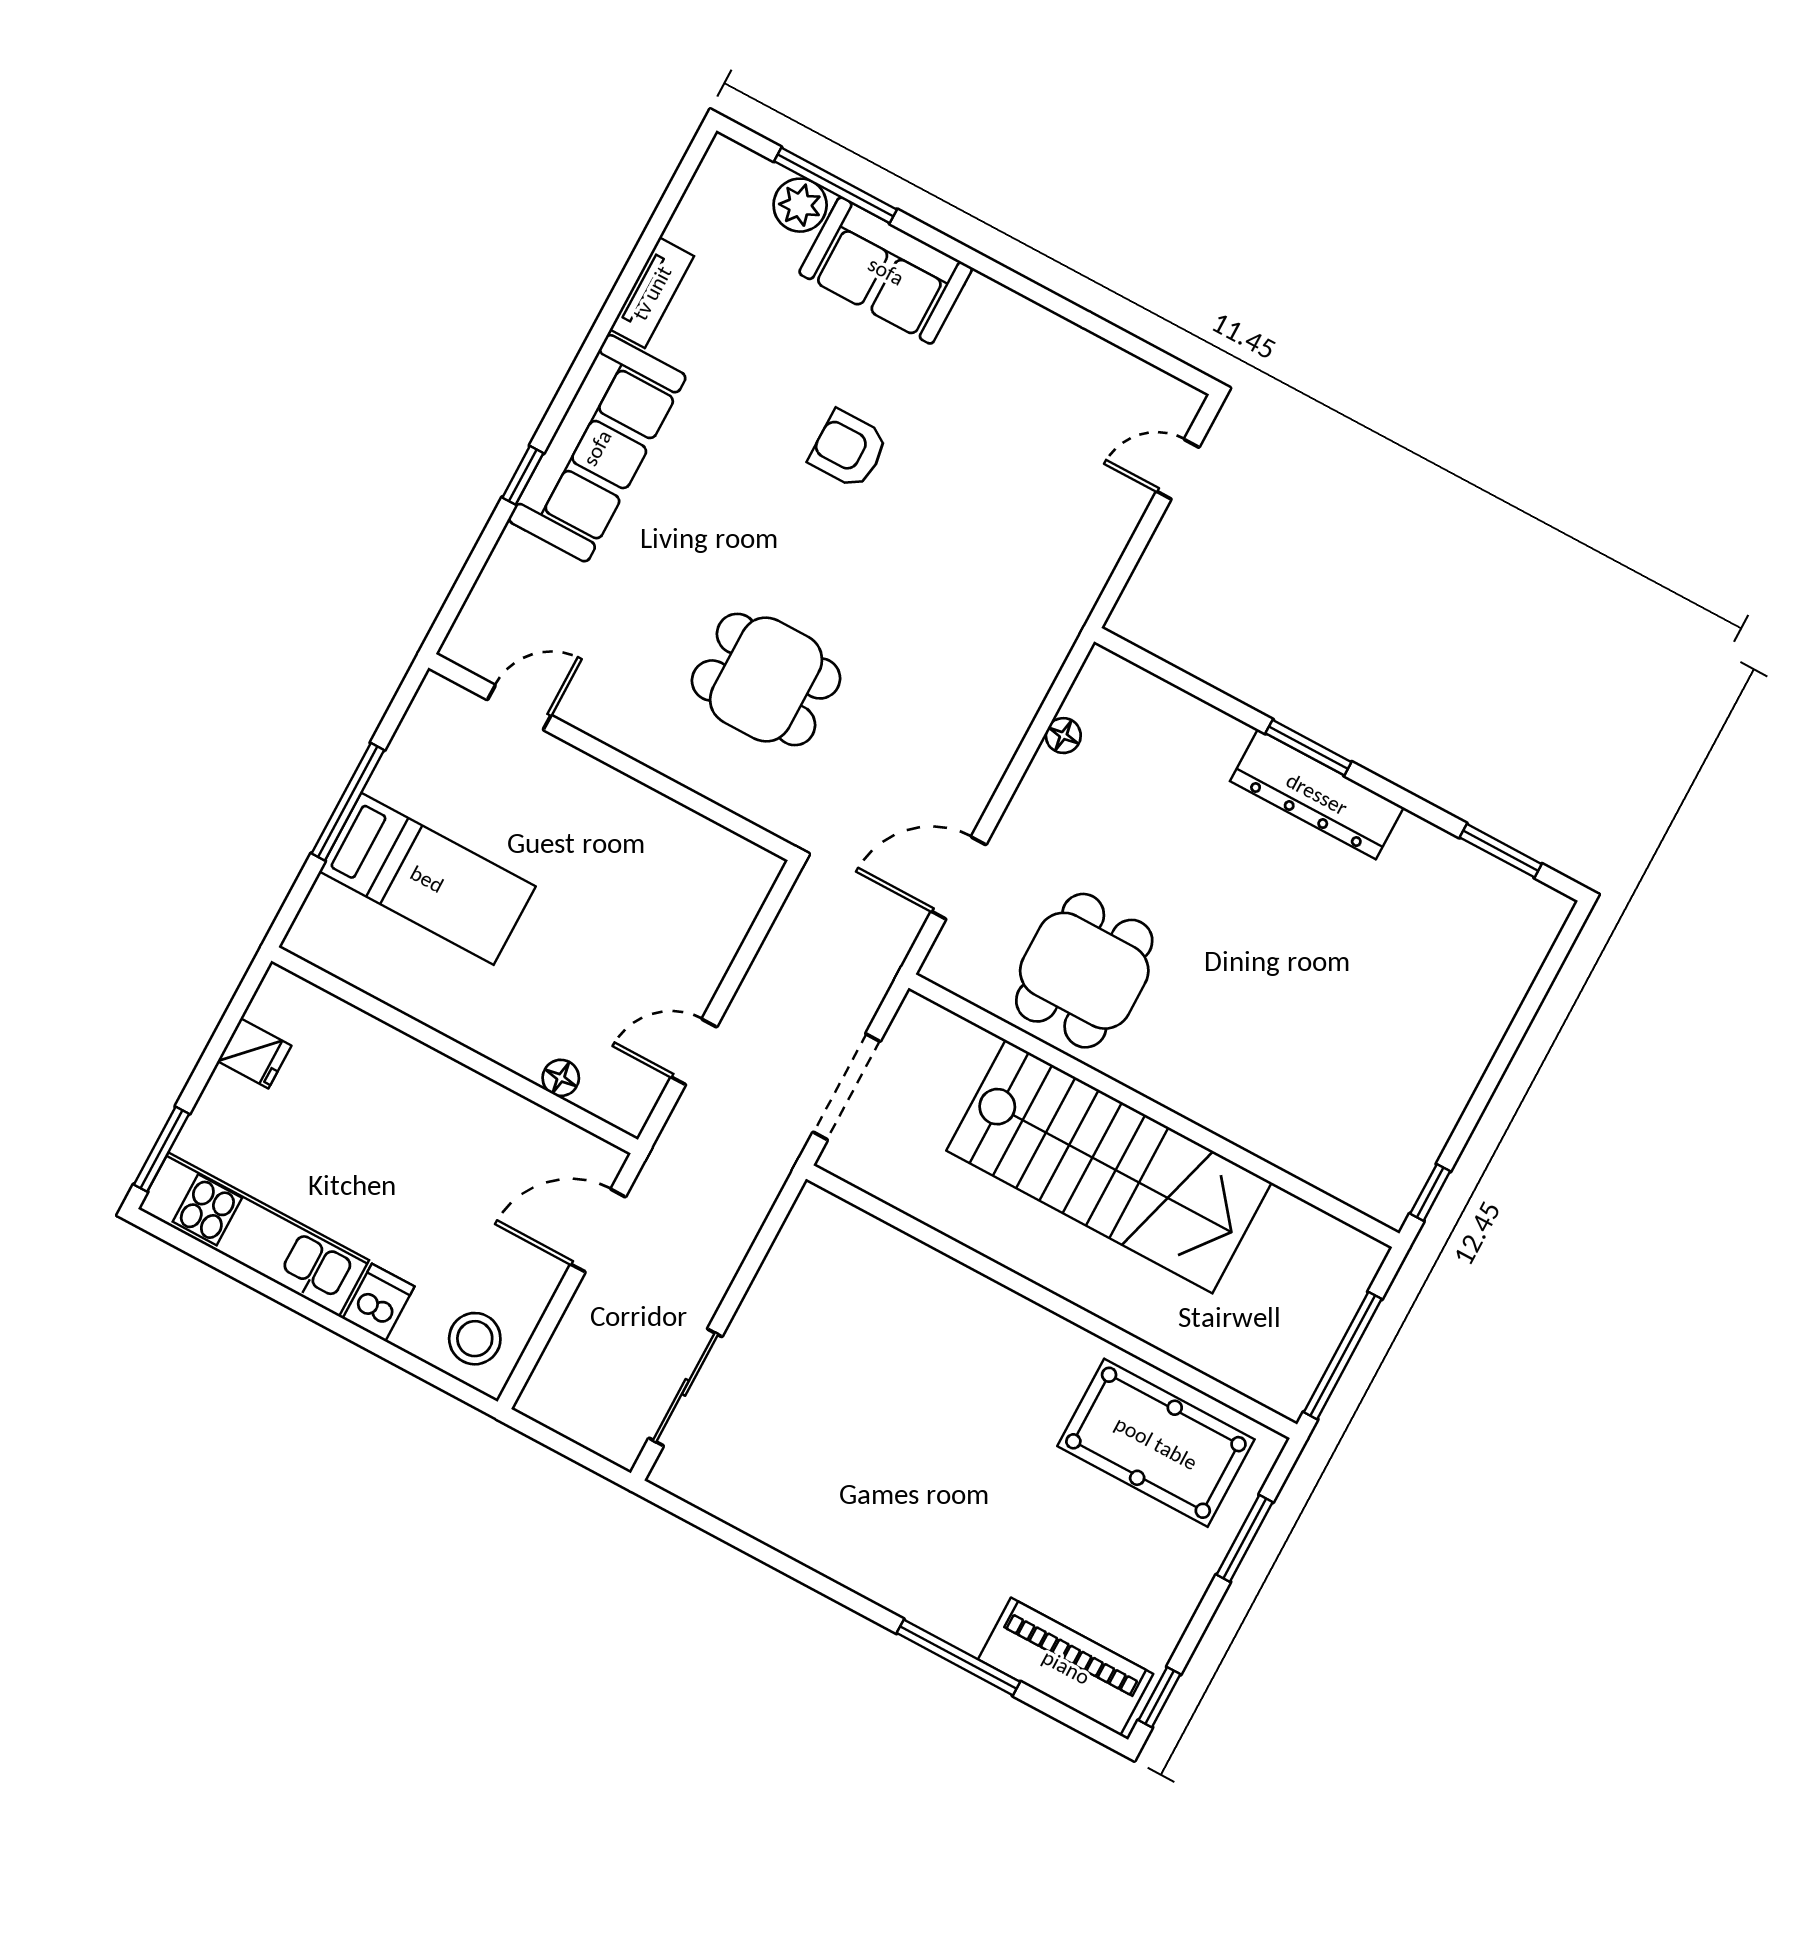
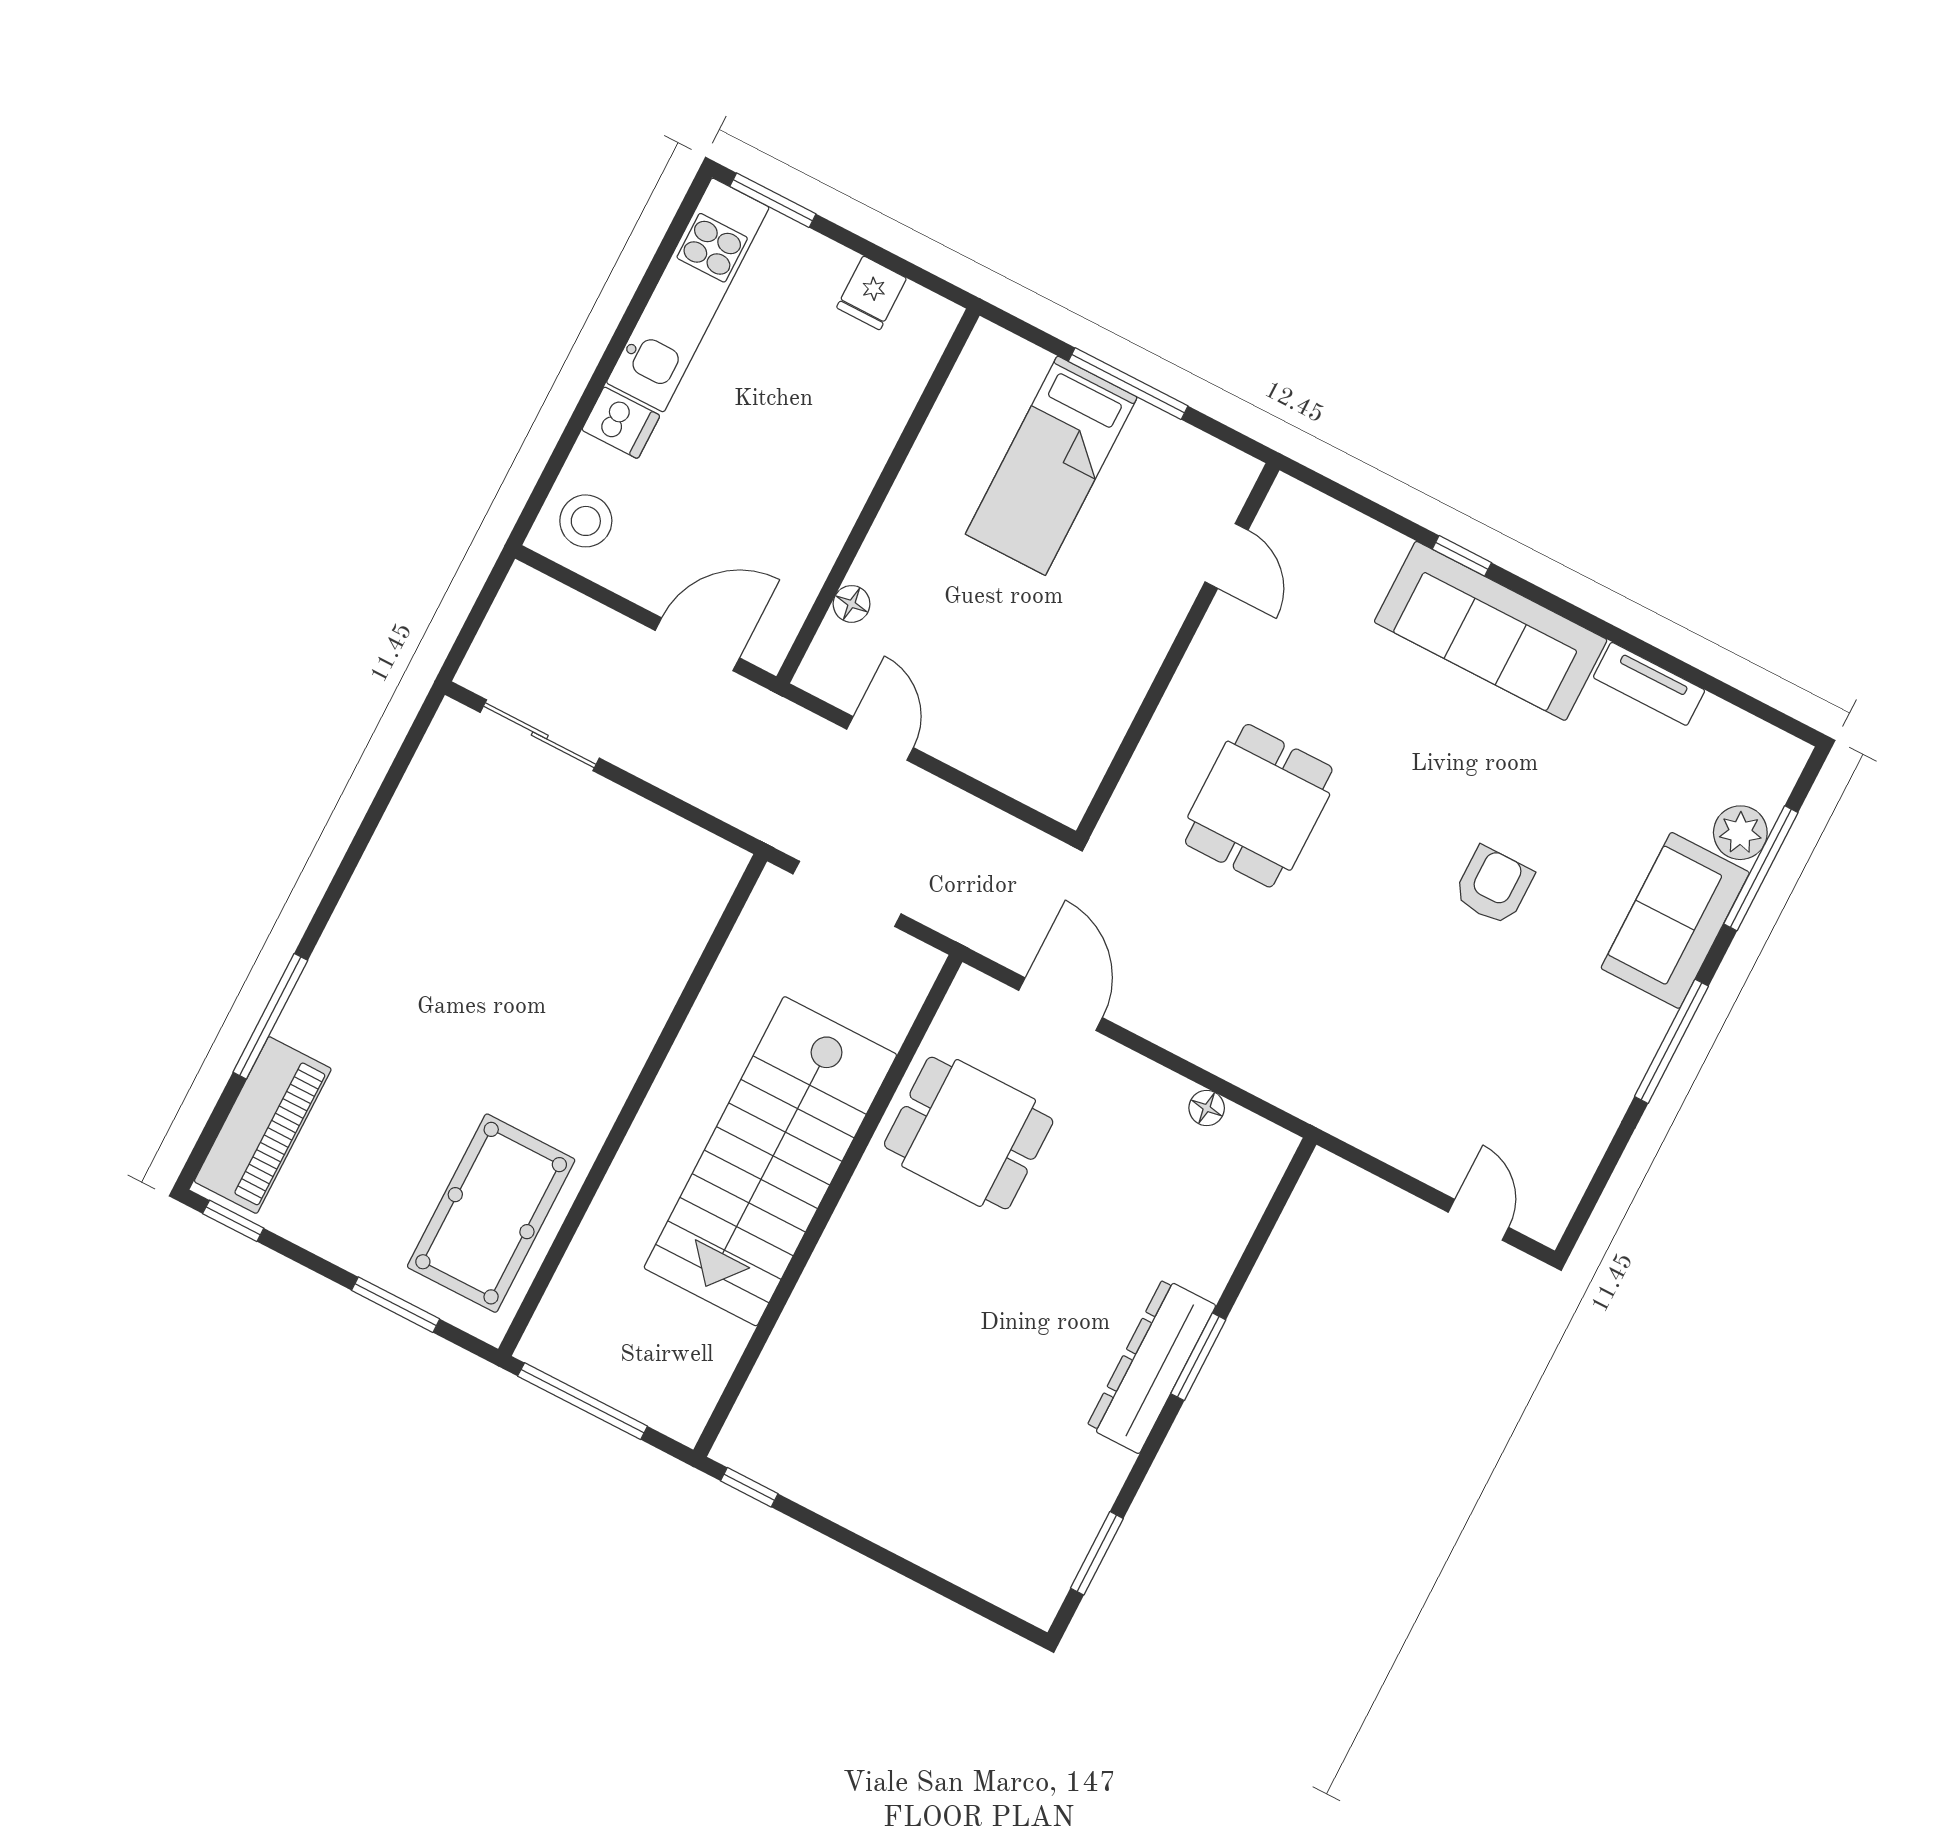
window: (1005, 276) -> (1671, 1041), added
door: (598, 1231) -> (697, 644), hinge flipped

